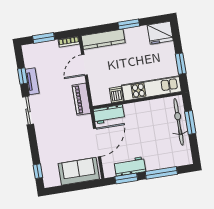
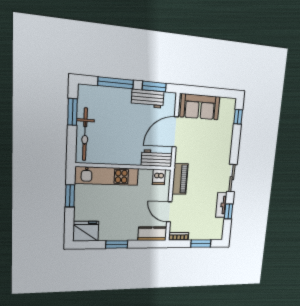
kitchen counter: (103, 39) -> (152, 234), width x0.67
door: (84, 65) -> (169, 212), swing flipped
dishwasher: (116, 95) -> (159, 177), moved
window: (190, 122) -> (72, 112), moved

